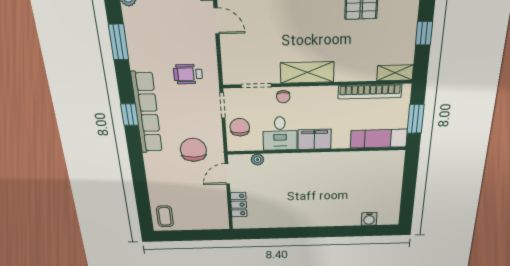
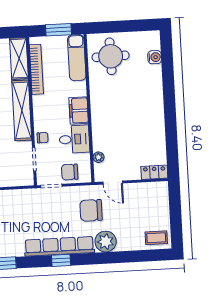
shelving: (307, 72) -> (22, 110), width x1.47
shelving: (395, 73) -> (19, 58), width x1.50, depth x1.33
wheelchair: (188, 74) -> (26, 212), removed
plant: (157, 165) -> (106, 242), added
round table: (376, 175) -> (111, 56), added
locker: (239, 205) -> (154, 172), moved

